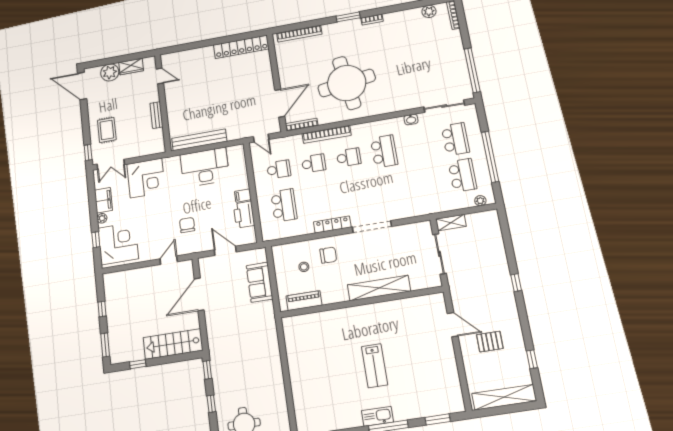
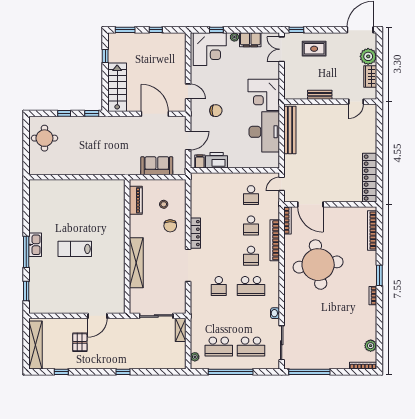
corner desk: (146, 178) -> (264, 95), moved
filing cabinet: (243, 196) -> (200, 162), moved
school desk: (284, 205) -> (219, 286), moved, width x0.54

